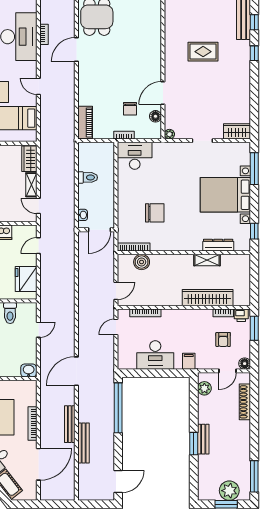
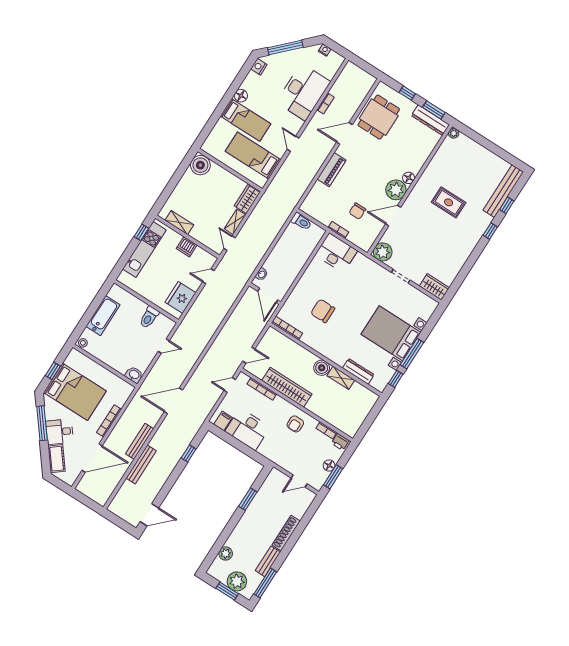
plant: (151, 70) -> (396, 190), added
floor lamp: (155, 116) -> (409, 178), moved
piano: (85, 122) -> (332, 170), moved
plant: (169, 134) -> (383, 252), width x1.88, depth x1.88
window: (254, 169) -> (412, 354), moved
toilet: (88, 177) -> (301, 221), moved
chair: (155, 213) -> (323, 311), turned 180
door: (100, 230) -> (268, 296), hinge flipped
boiler: (142, 262) -> (322, 368), moved
wardrobe: (208, 298) -> (287, 387), moved
window: (254, 328) -> (333, 477), moved
armchair: (223, 339) -> (295, 424), moved
filing cabinet: (189, 361) -> (223, 421), moved
floor lamp: (245, 364) -> (329, 465), moved
plant: (204, 388) -> (226, 553), moved
shoe rack: (245, 402) -> (286, 533), moved
window: (118, 408) -> (189, 454), width x0.32
bench: (203, 439) -> (268, 561), moved
window: (194, 444) -> (248, 499), moved

